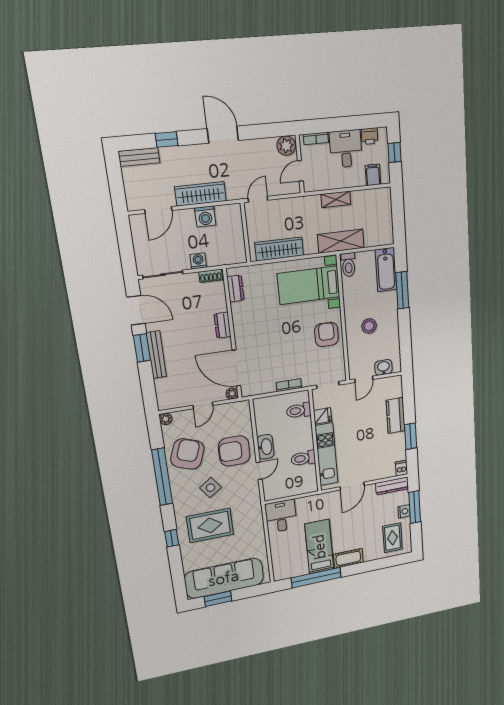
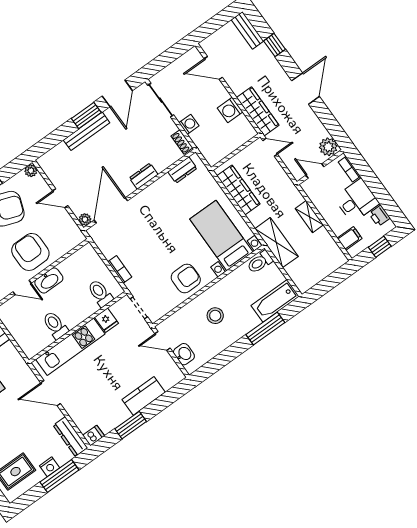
wardrobe: (201, 194) -> (258, 111), moved

